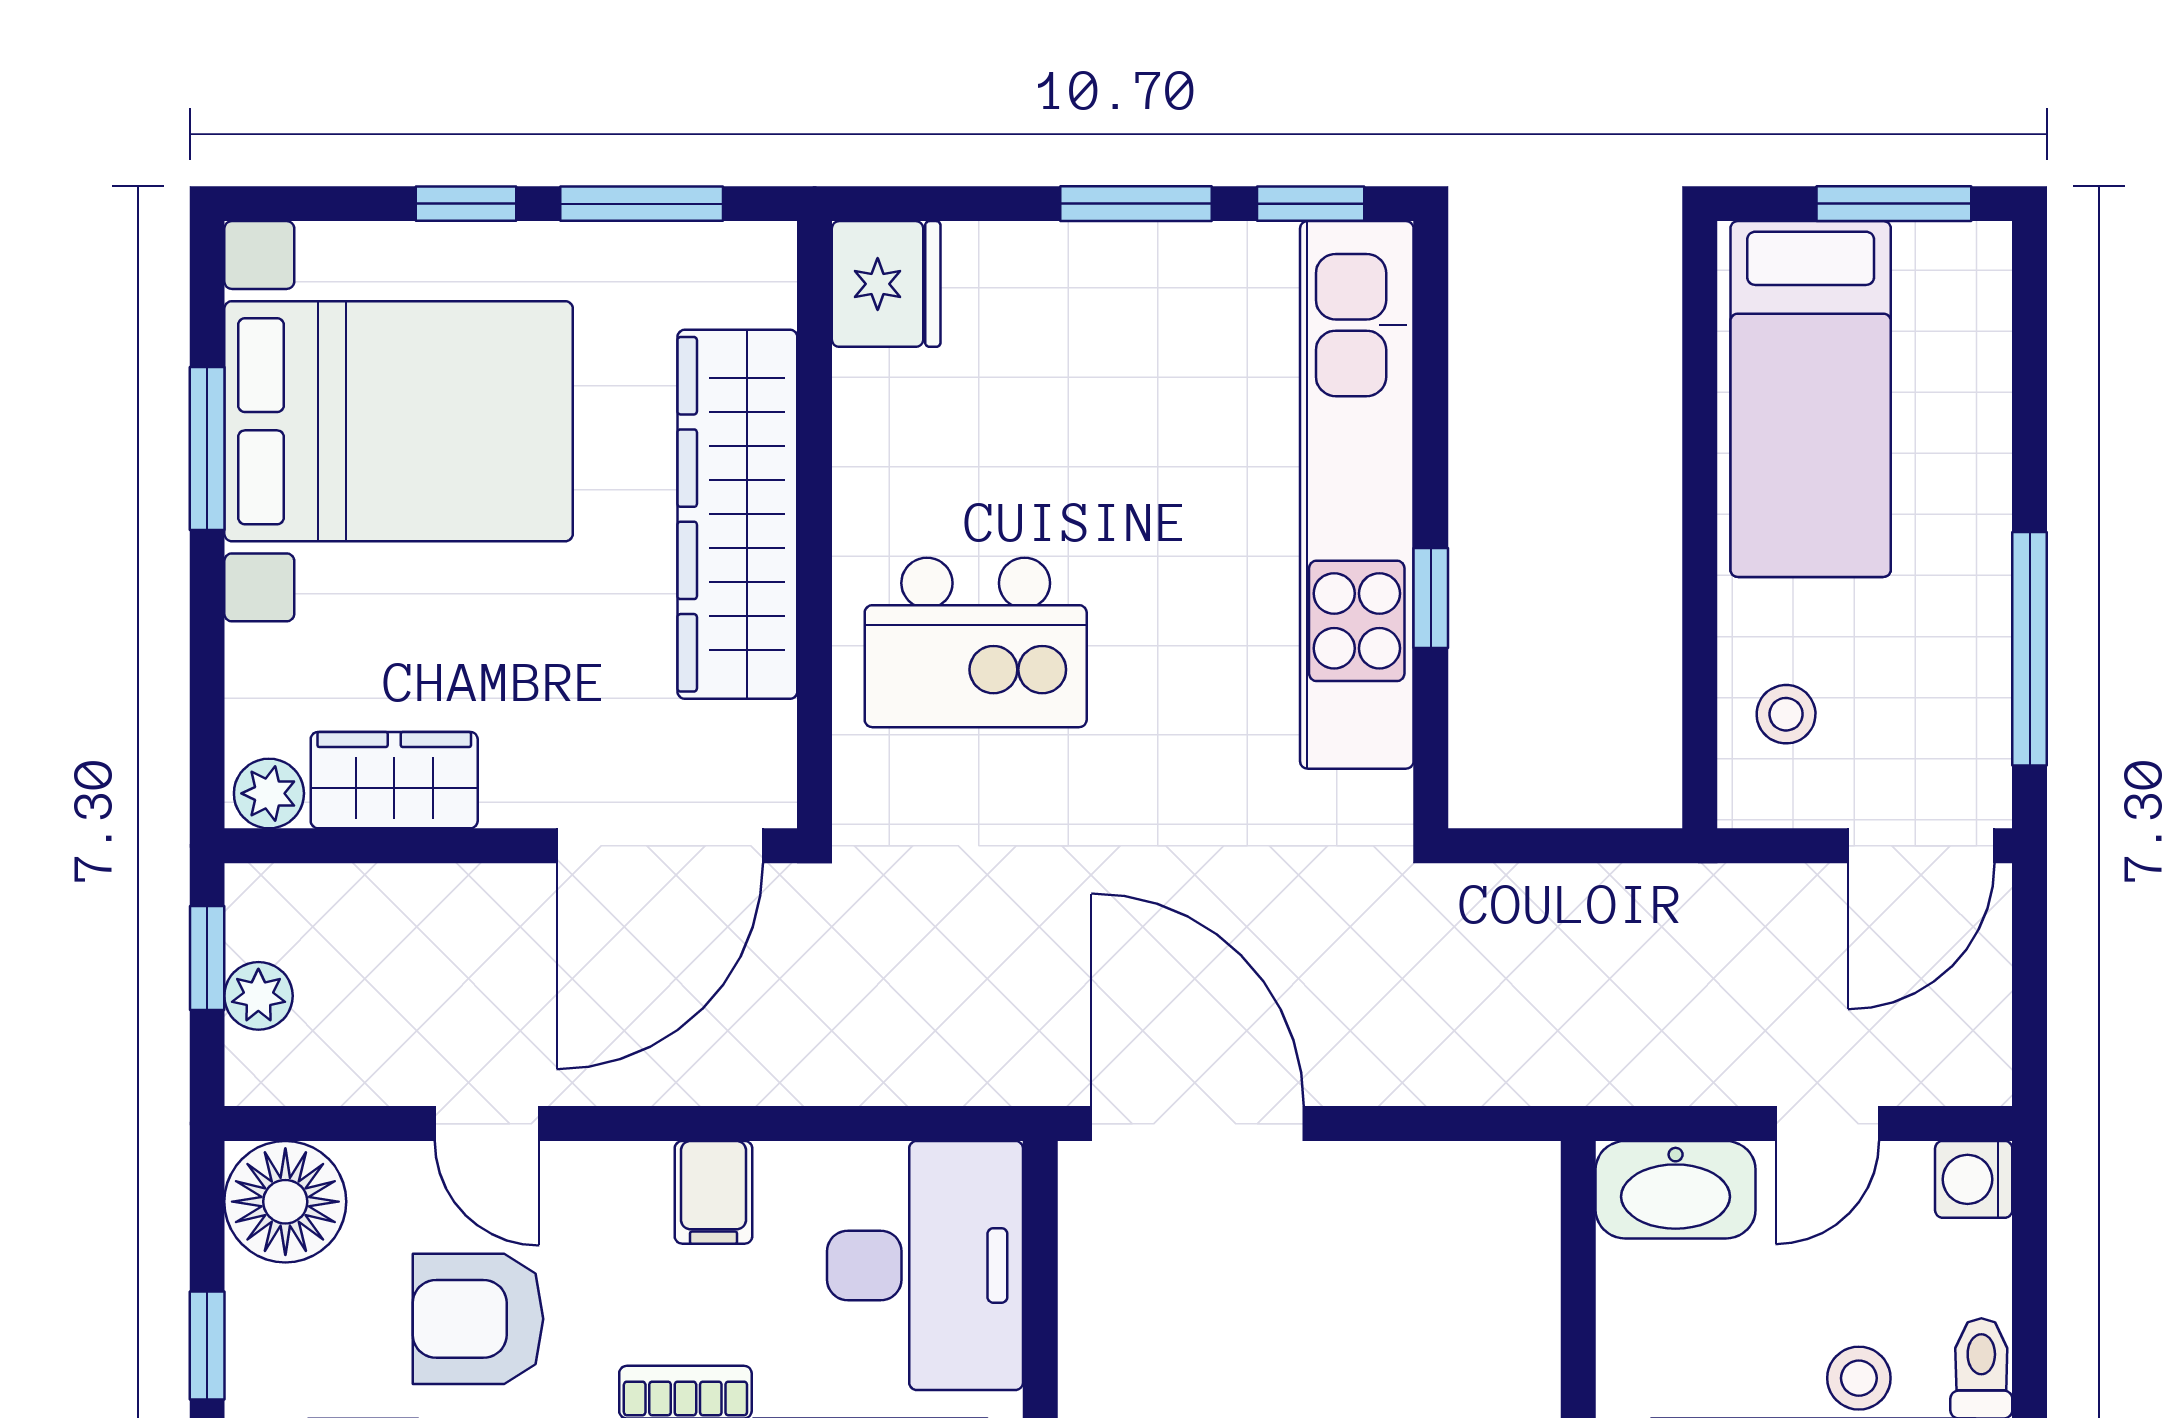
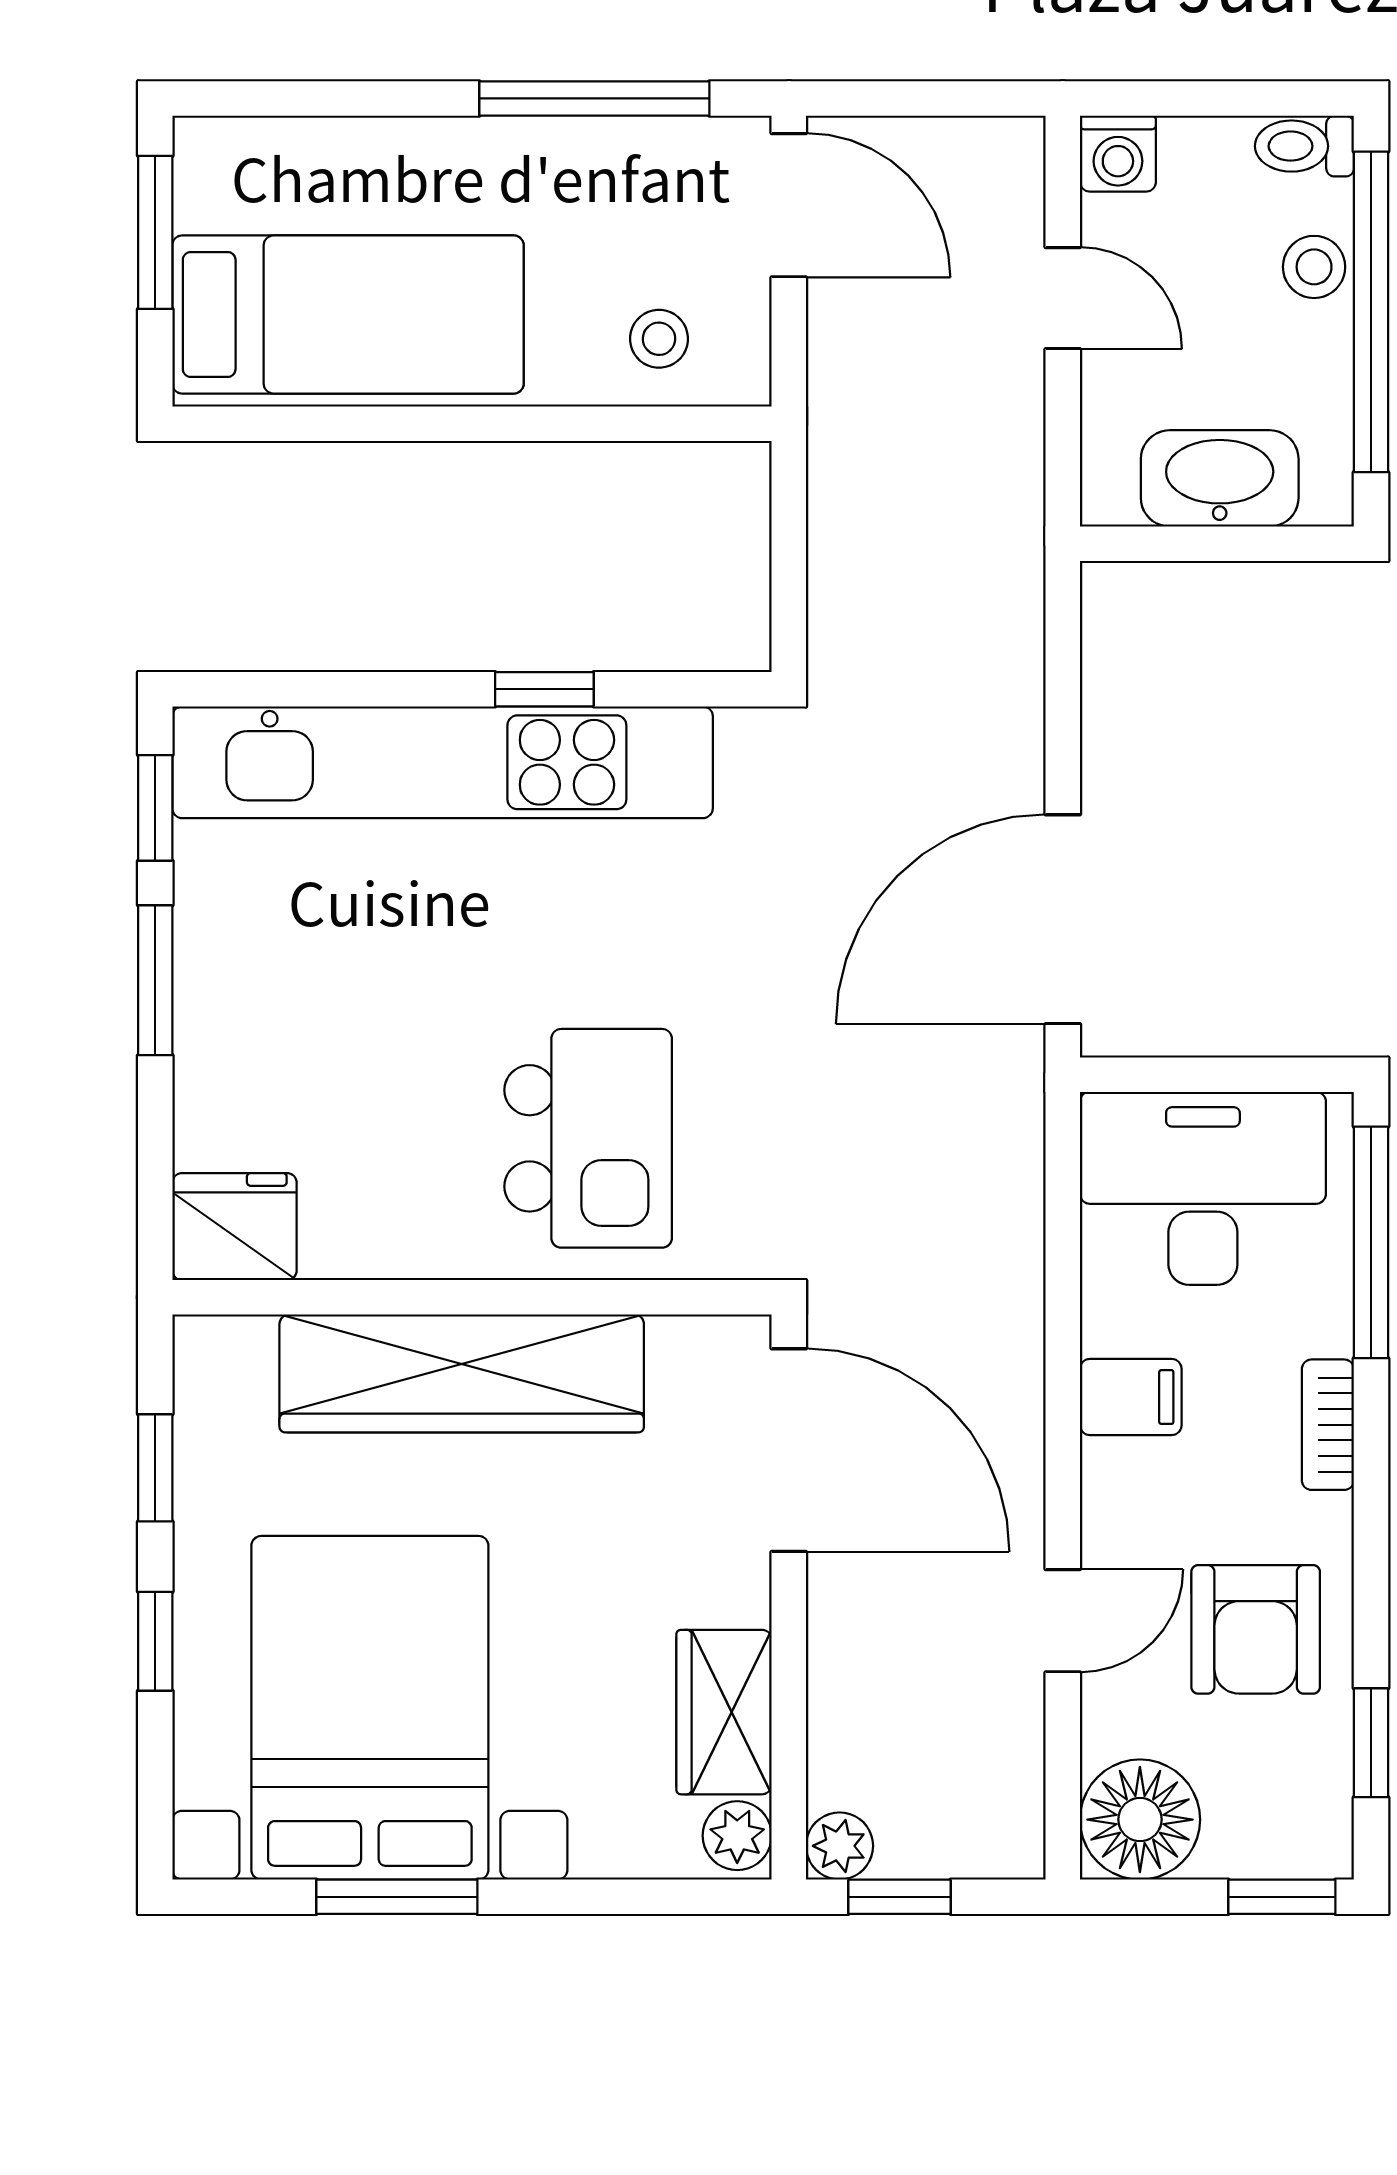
window: (642, 204) -> (155, 1468), width x0.67
plant: (258, 996) -> (840, 1846), moved
washbasin: (1676, 1190) -> (1220, 478), moved, turned -90

